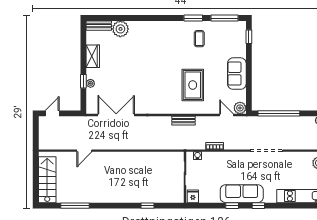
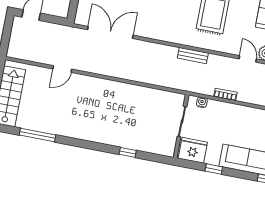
fridge: (193, 196) -> (193, 150), width x1.88, depth x1.34
window: (232, 206) -> (214, 169), moved

